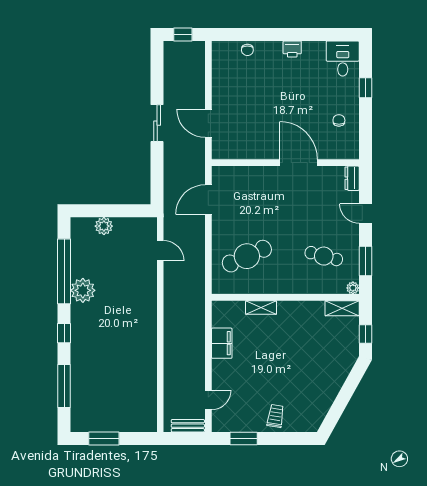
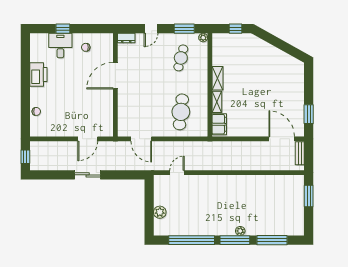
printer: (292, 49) -> (38, 75), width x1.87, depth x1.48
desk: (343, 58) -> (60, 46), moved, turned 90
cafe table: (247, 256) -> (181, 112), turned 30
plant: (83, 290) -> (240, 231), moved, width x0.53, depth x0.53
shelving: (342, 308) -> (217, 78), moved
window: (64, 333) -> (235, 240), width x2.17
filing cabinet: (222, 343) -> (219, 124), moved, turned 90
door: (208, 400) -> (282, 139), width x1.88
trolley: (276, 416) -> (293, 92), removed
window: (104, 438) -> (309, 196), moved

